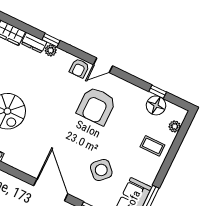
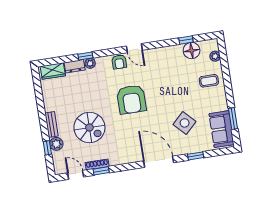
door: (103, 65) -> (134, 48), hinge flipped
armchair: (96, 106) -> (131, 99), moved

